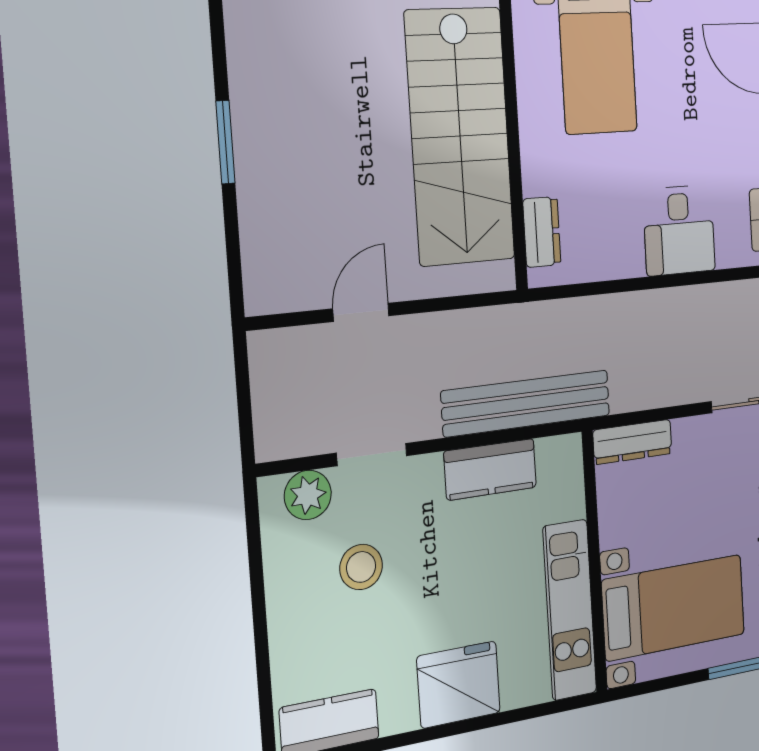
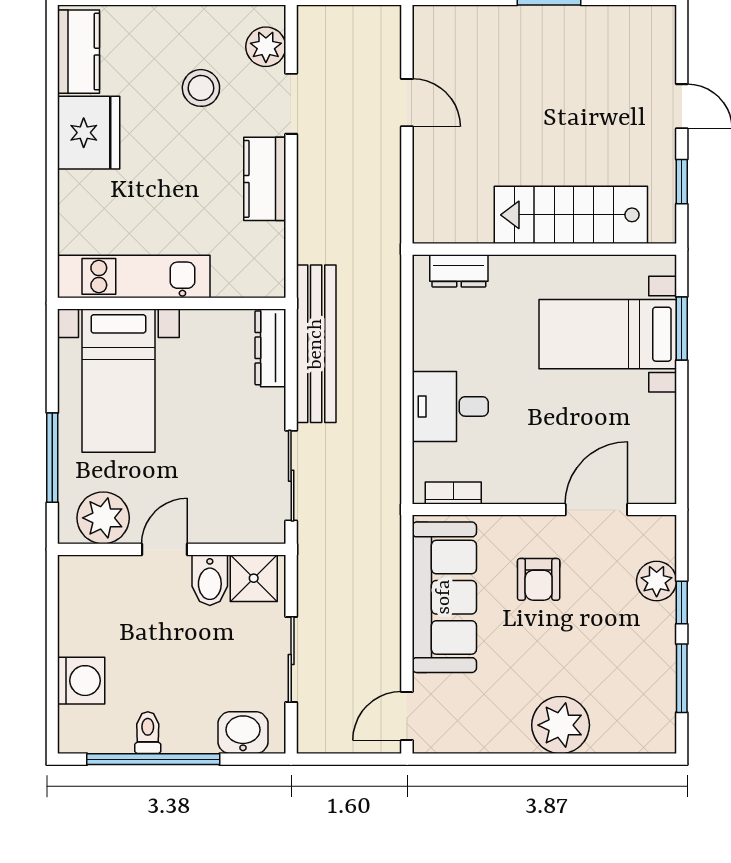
stairs: (460, 136) -> (571, 215), width x0.73, depth x0.66
bench: (527, 403) -> (316, 344), moved
kitchen counter: (490, 469) -> (265, 179), moved
fridge: (459, 685) -> (89, 133), moved

